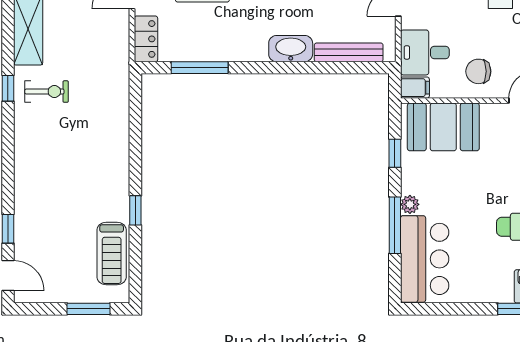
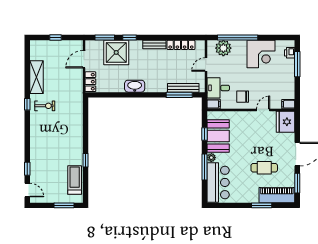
washbasin: (291, 49) -> (135, 86), moved
window: (200, 68) -> (179, 95), moved
booth: (443, 127) -> (218, 136), moved, turned 90
treadmill: (112, 253) -> (75, 180), turned 180

